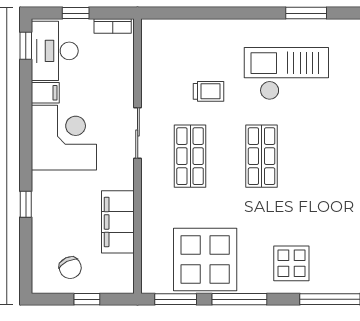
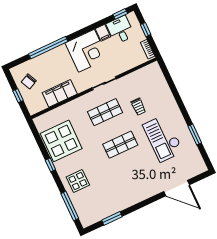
desk: (55, 51) -> (120, 30), width x0.73
checkout: (286, 74) -> (163, 138), turned 180
window: (26, 204) -> (48, 48), width x3.17
window: (176, 299) -> (37, 136), removed
window: (239, 299) -> (50, 165), width x0.46

